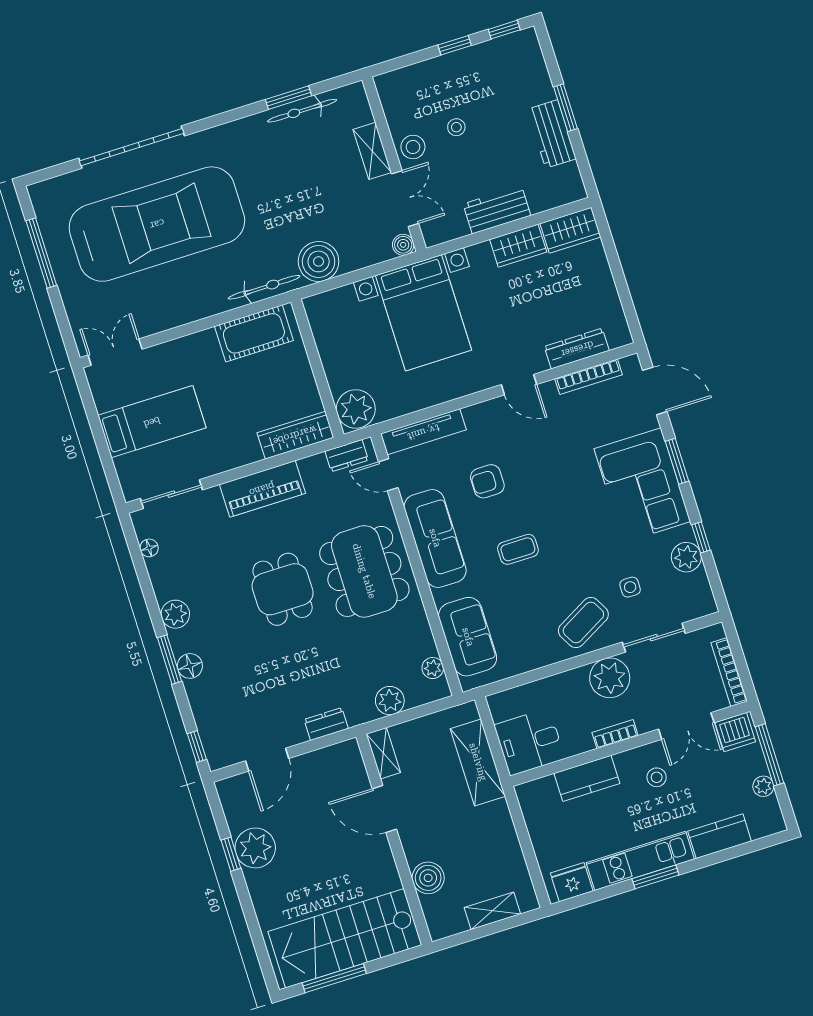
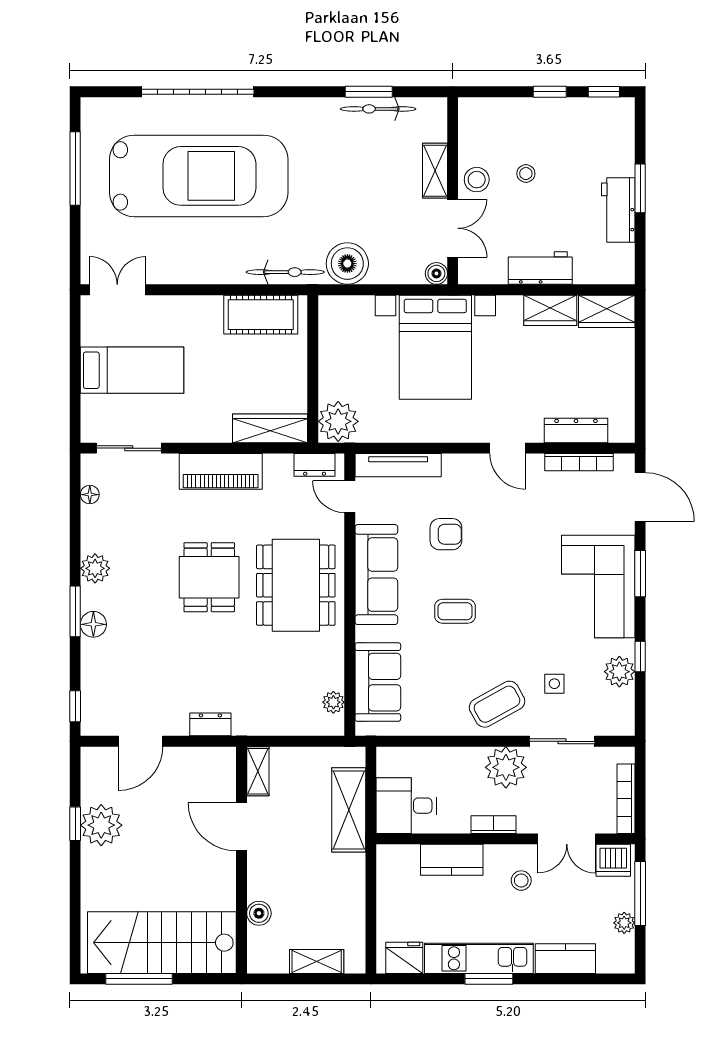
armchair: (487, 481) -> (446, 534), turned 180
plant: (390, 701) -> (281, 721), removed
boiler: (428, 878) -> (259, 913), width x0.73, depth x0.73

